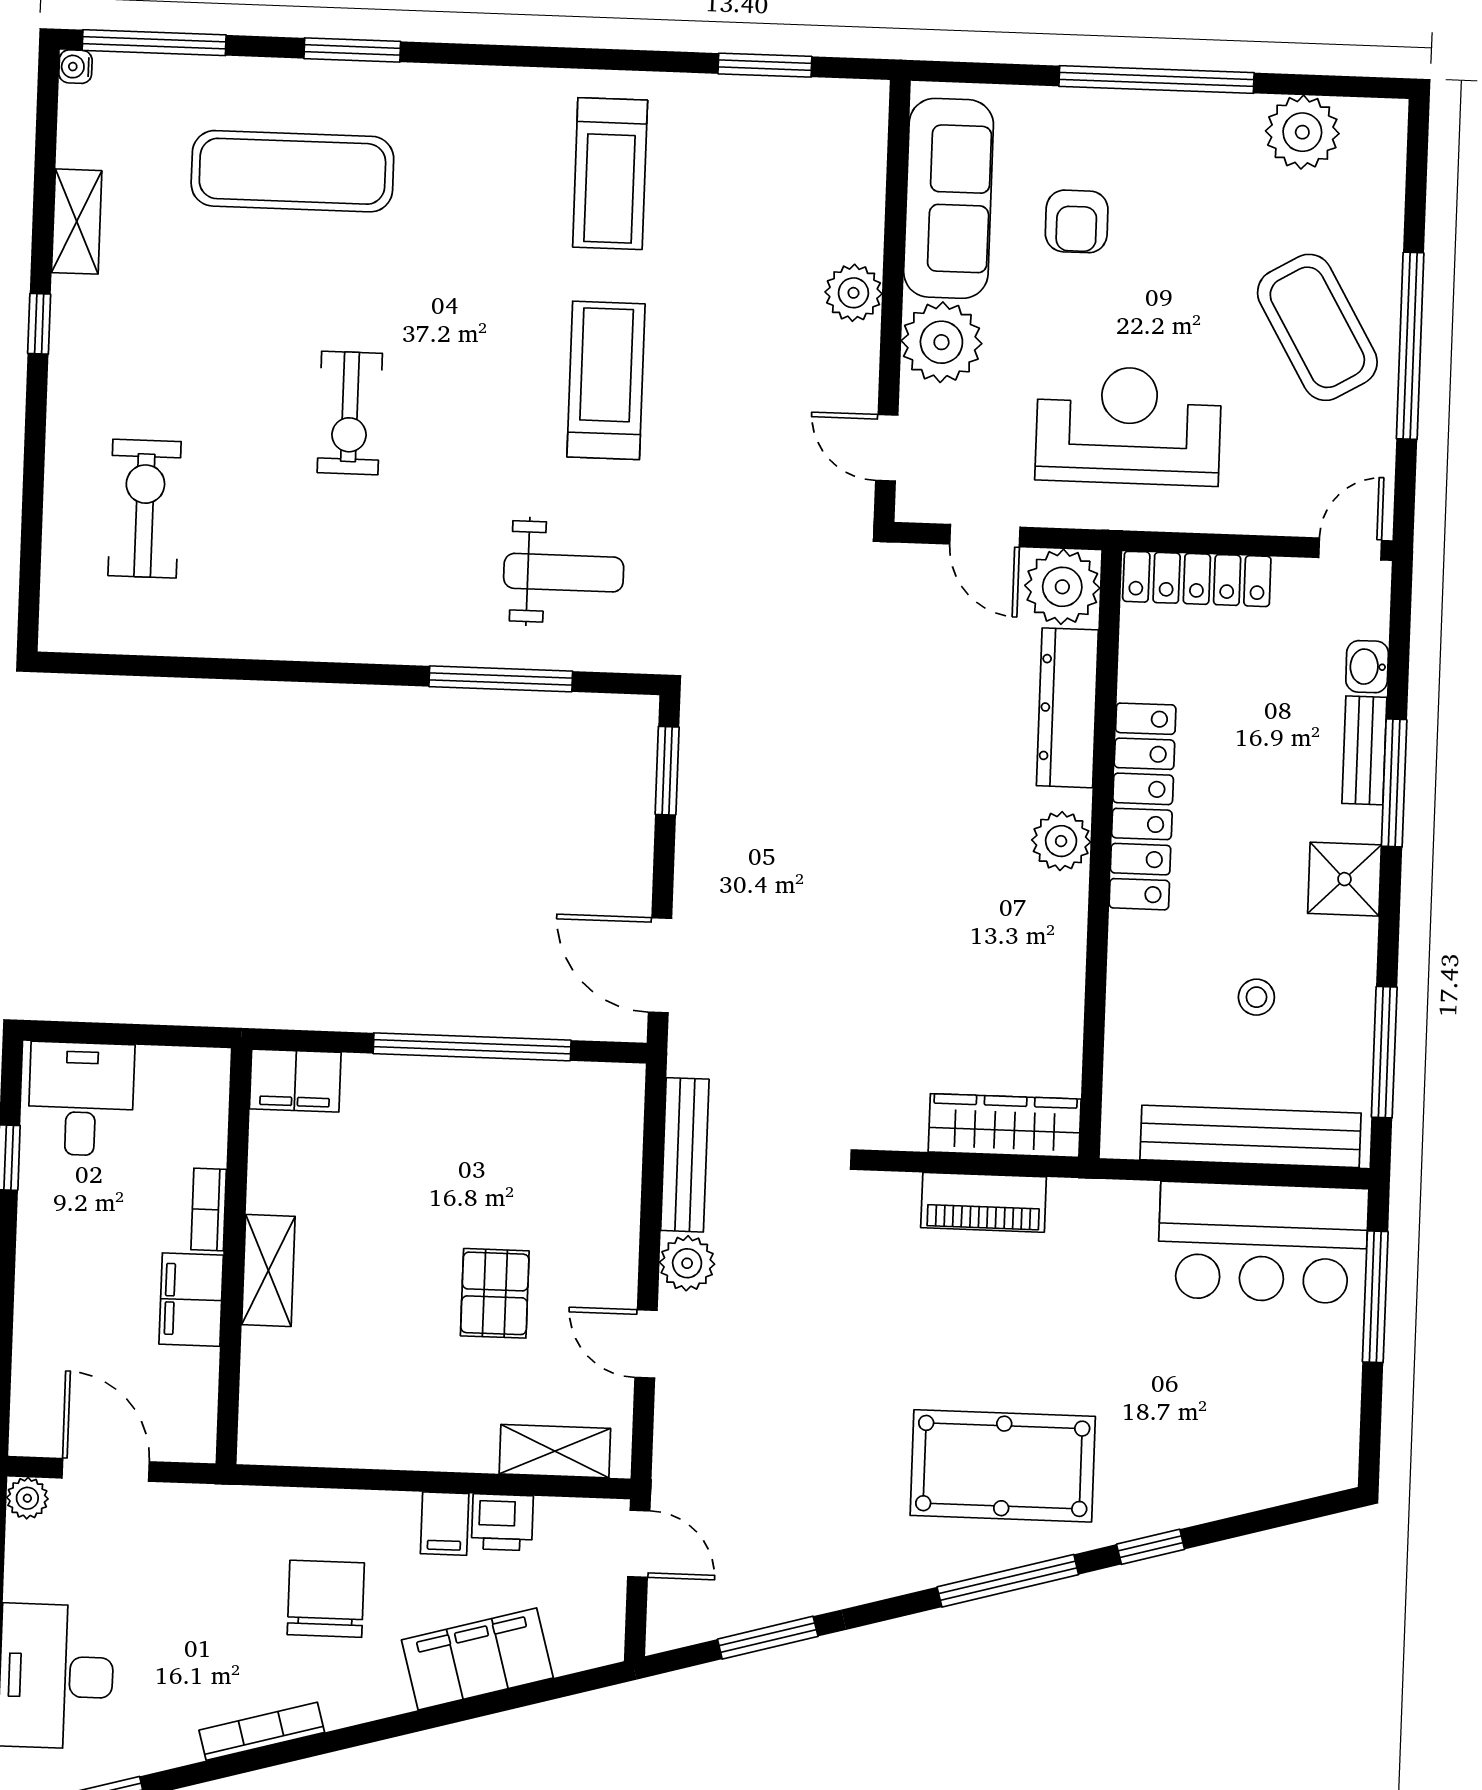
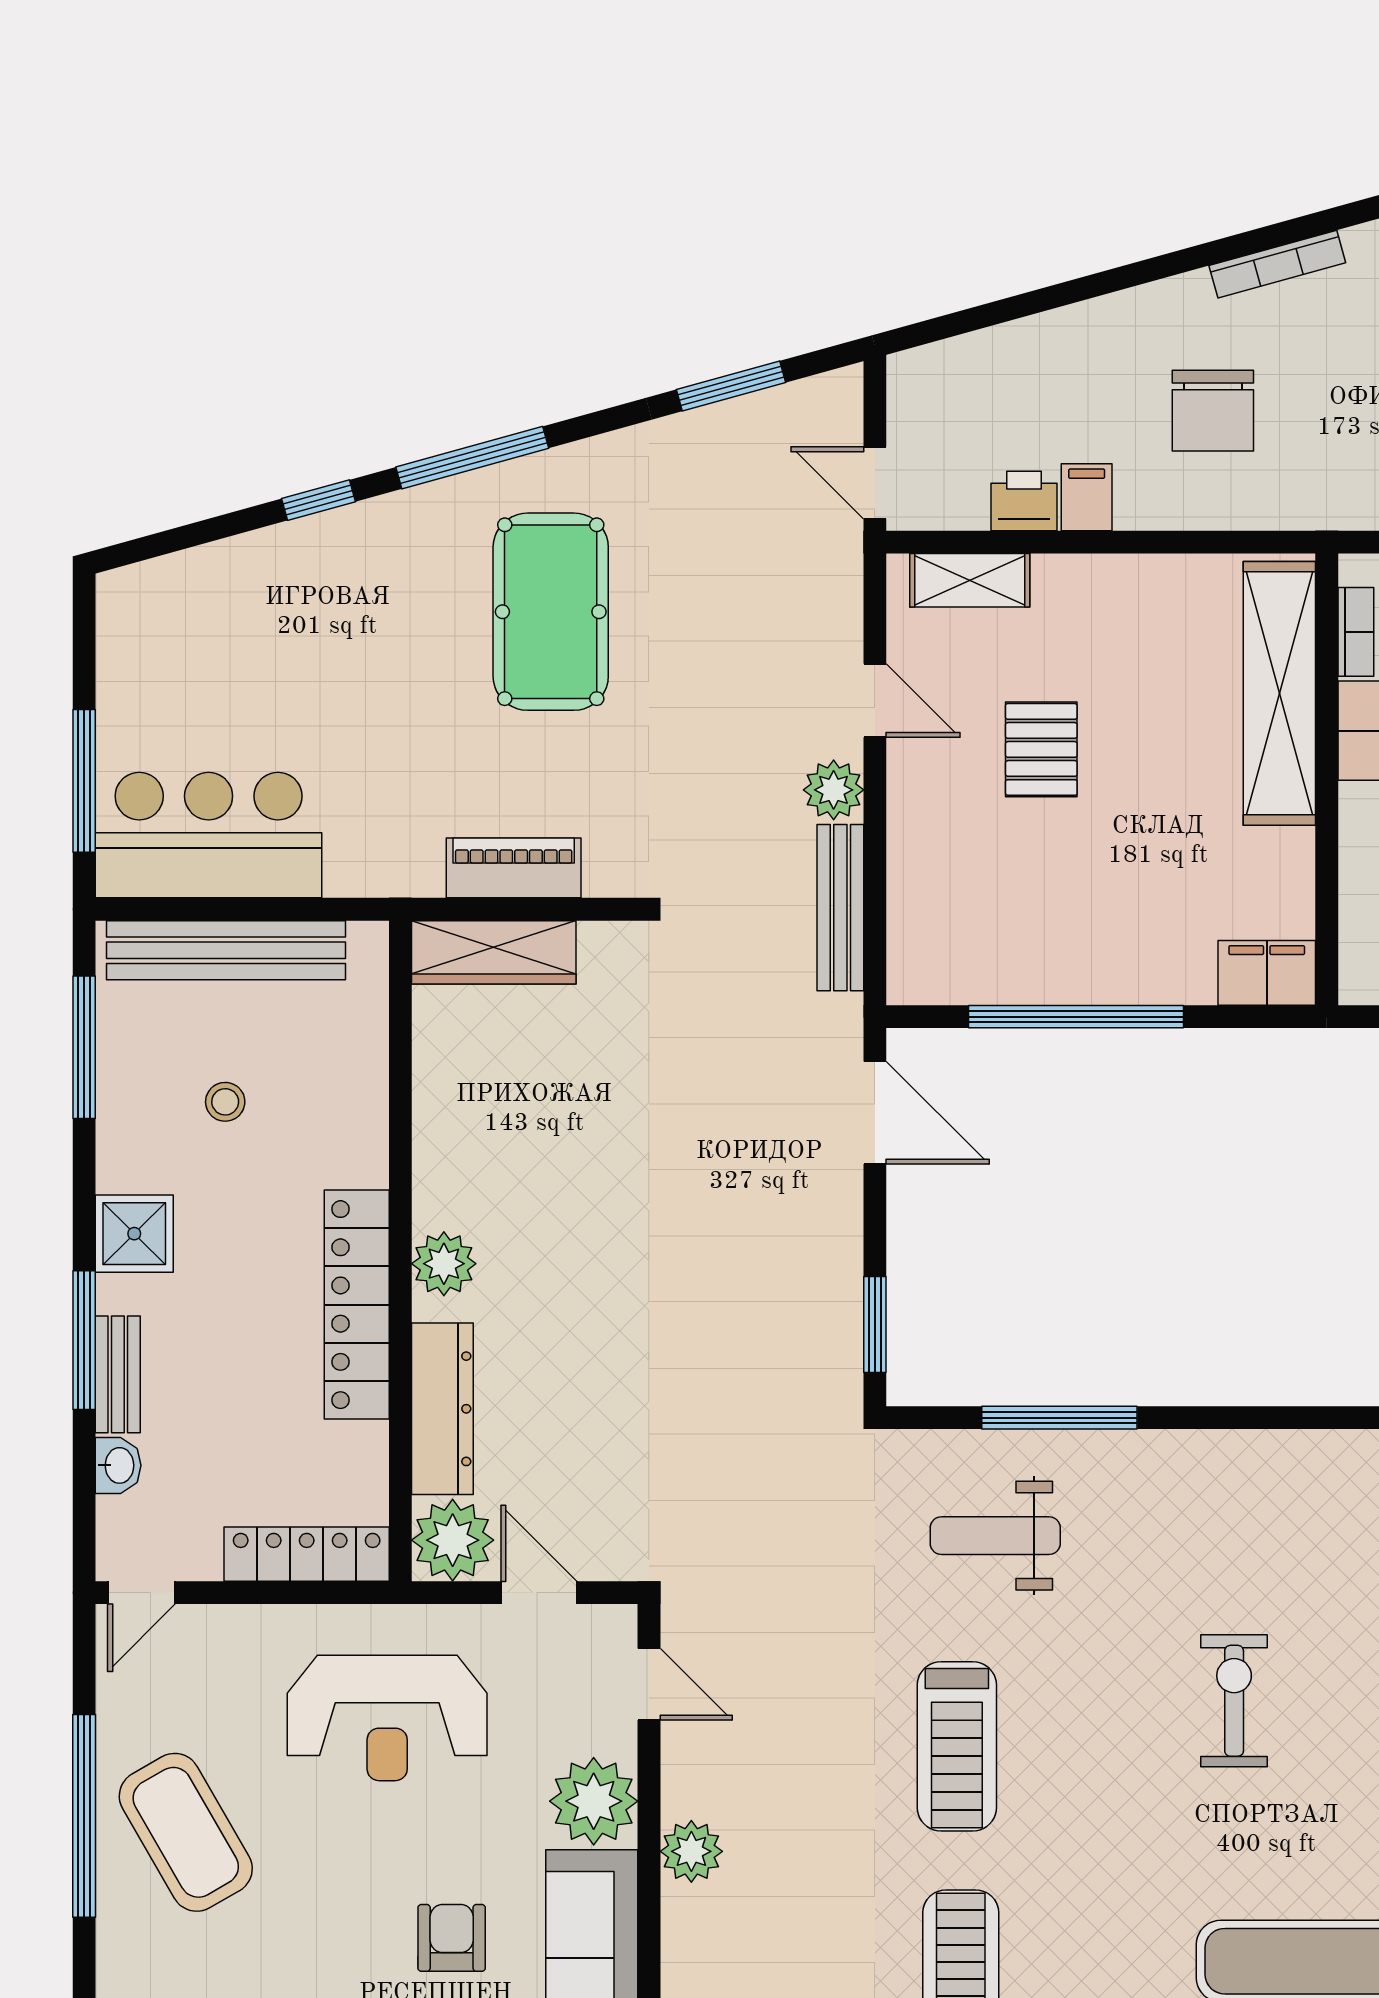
bookcase: (209, 1209) -> (1356, 632), moved
shelving: (268, 1270) -> (1279, 693), width x2.20, depth x1.33
pool table: (1003, 1466) -> (551, 612), moved, turned 90
filing cabinet: (477, 1659) -> (1046, 351), removed

